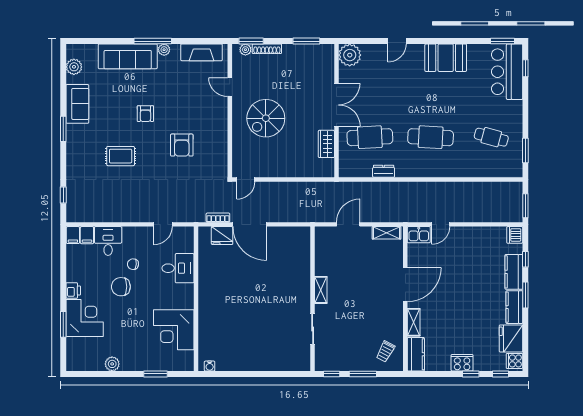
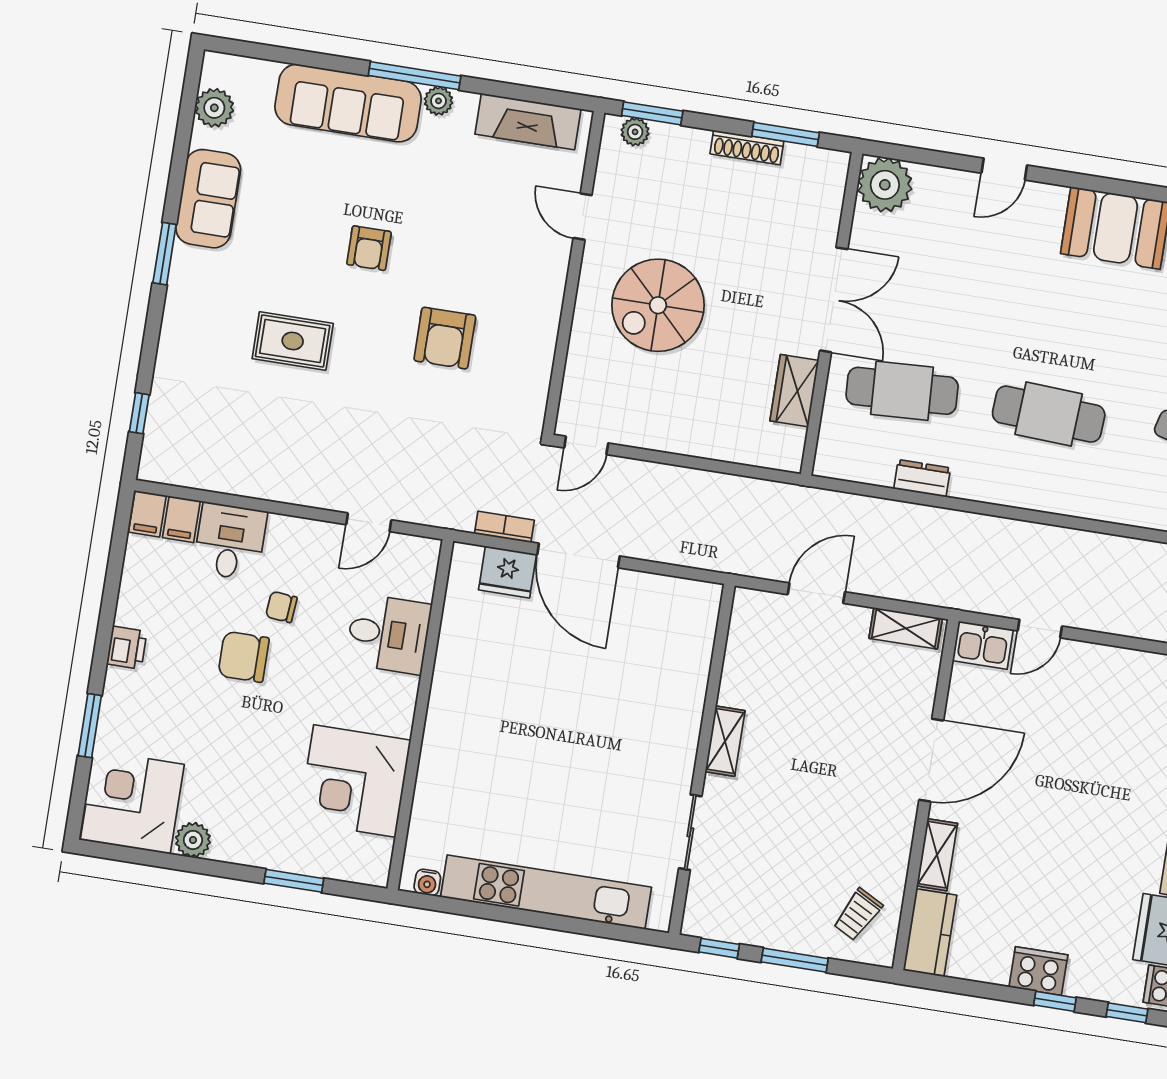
shoe rack: (267, 49) -> (747, 147), moved
corner desk: (85, 318) -> (132, 802), moved, turned -90
kitchen unit: (258, 362) -> (546, 892), added

